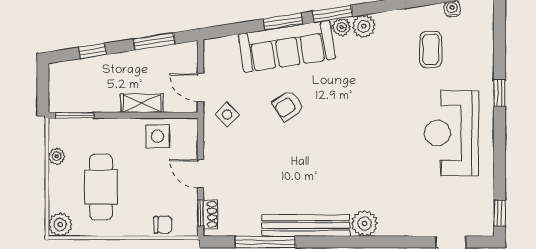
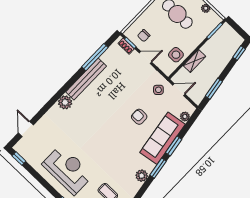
plant: (342, 27) -> (185, 117), moved
window: (92, 51) -> (239, 53), moved
armchair: (288, 106) -> (139, 117), turned -57
chair: (163, 225) -> (144, 36), moved

